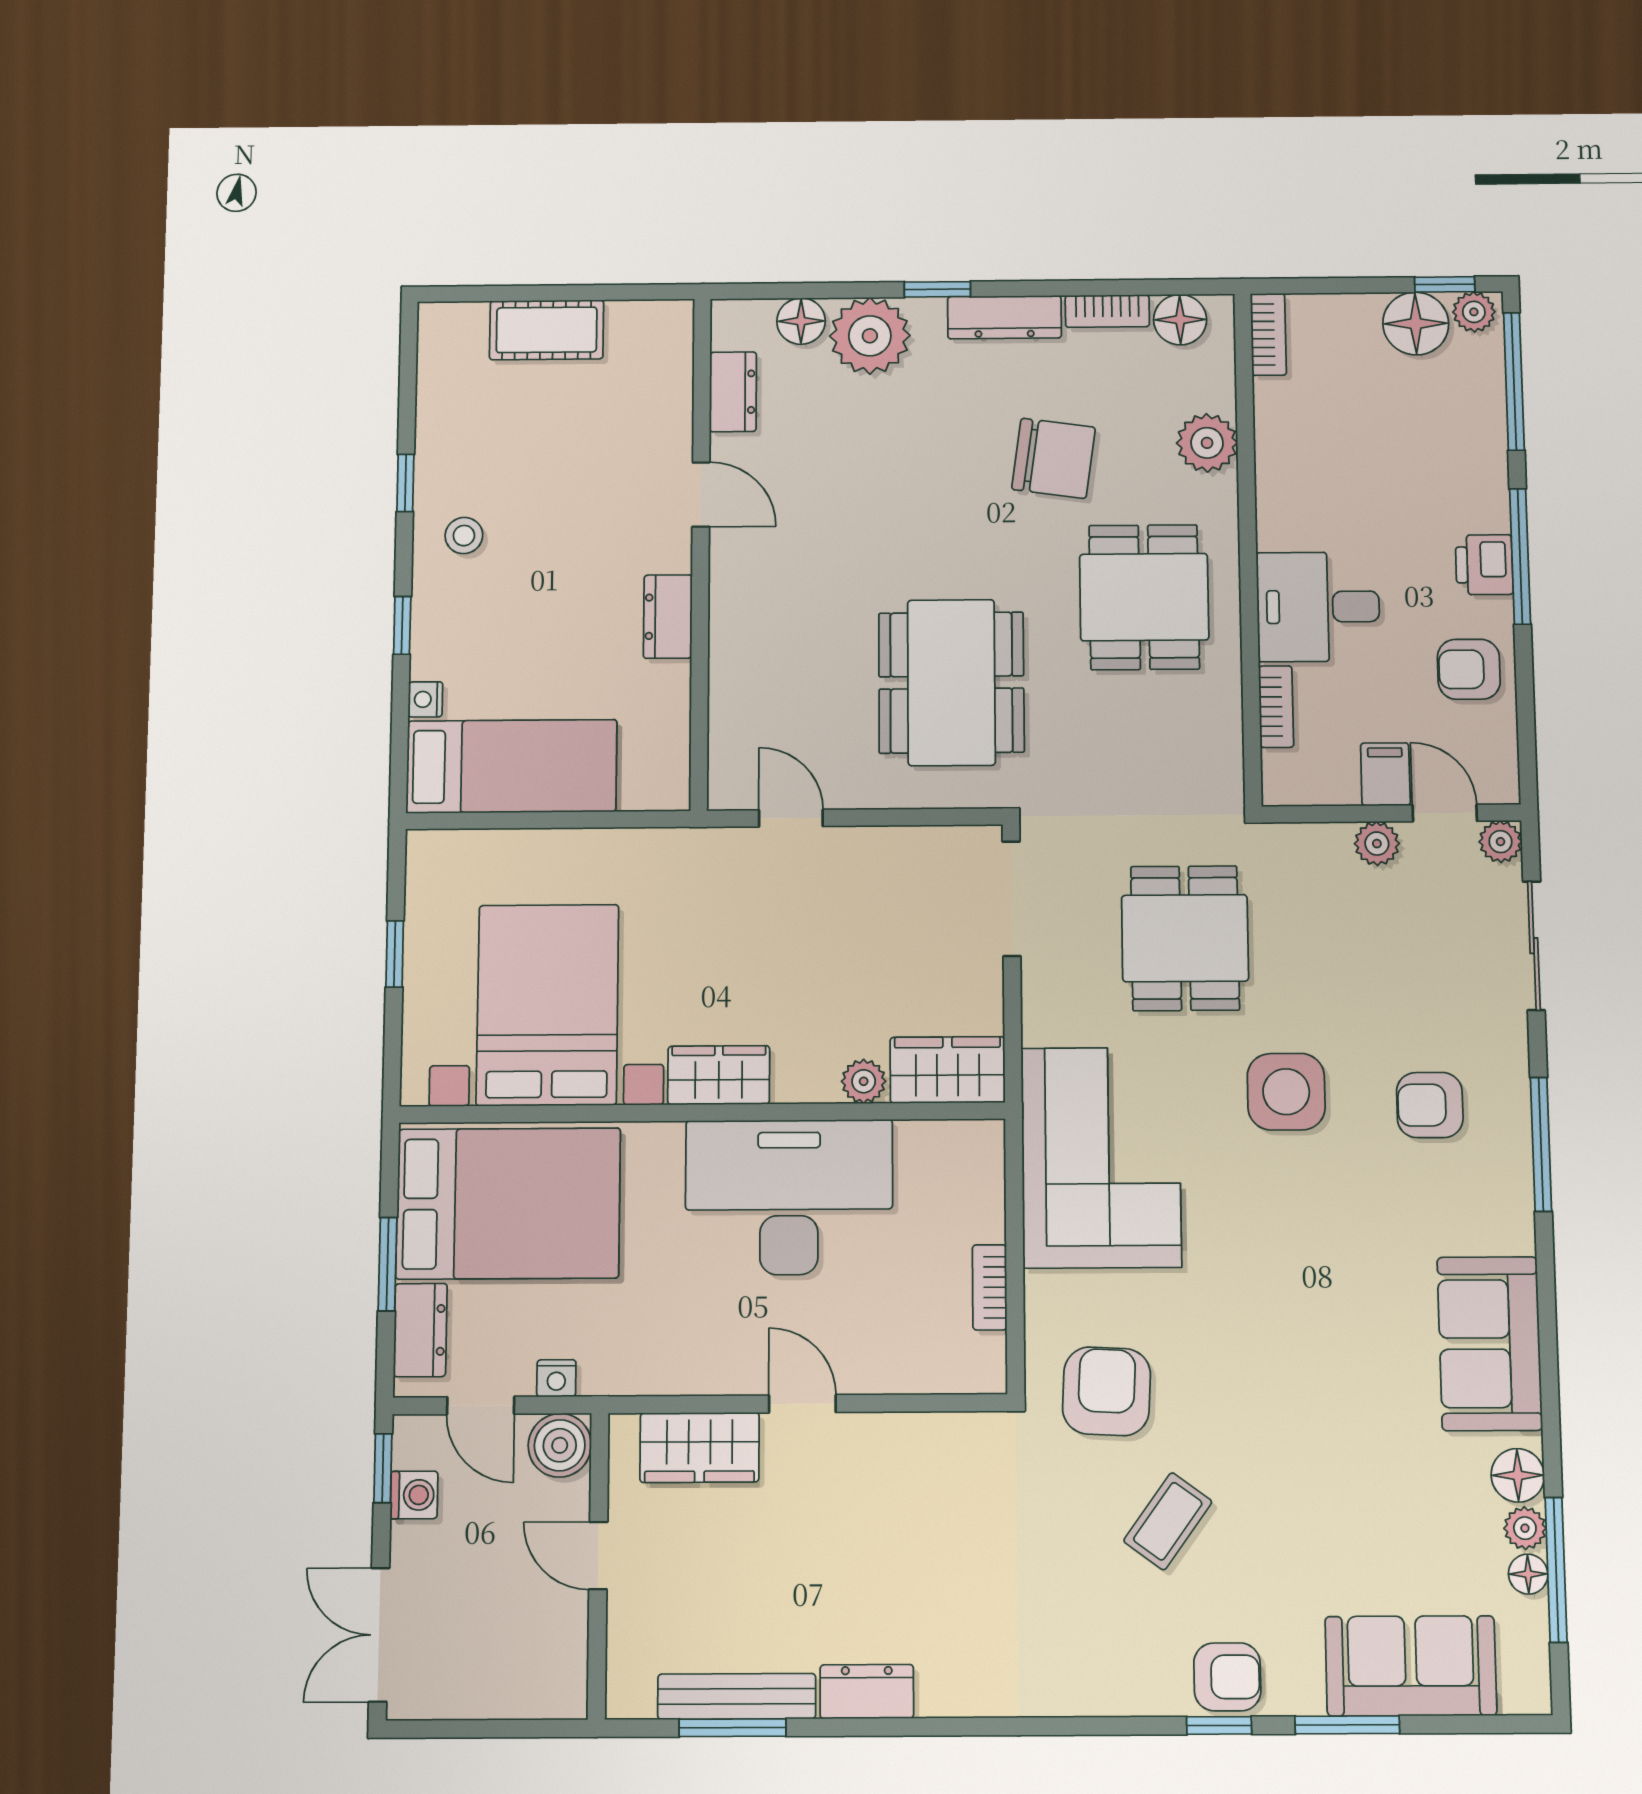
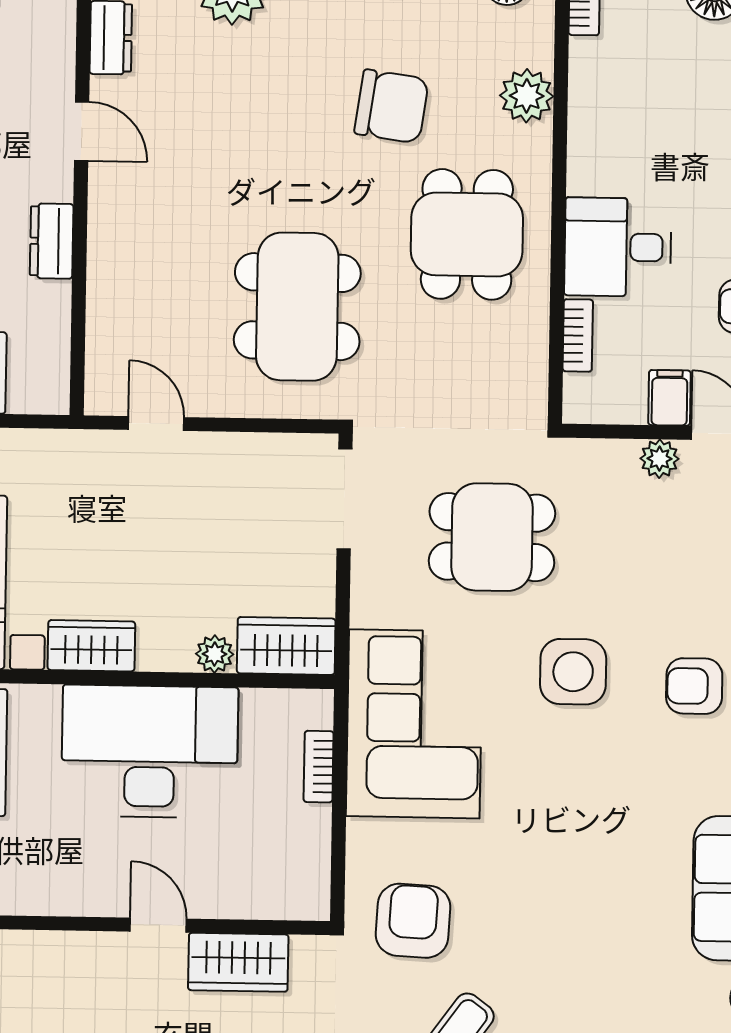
dining table: (1185, 938) -> (492, 537), turned 90
bookcase: (990, 1287) -> (319, 767), moved
wardrobe: (700, 1447) -> (238, 962), moved

